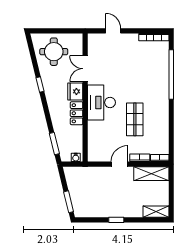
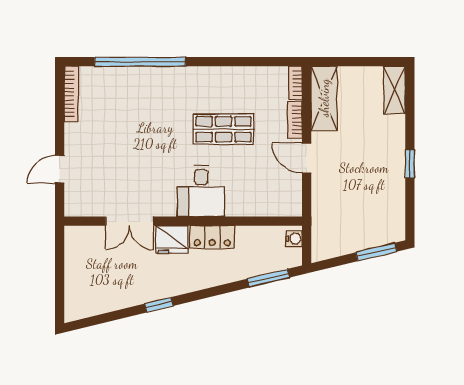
round table: (54, 52) -> (98, 279), removed
desk: (101, 102) -> (201, 191), width x0.73

